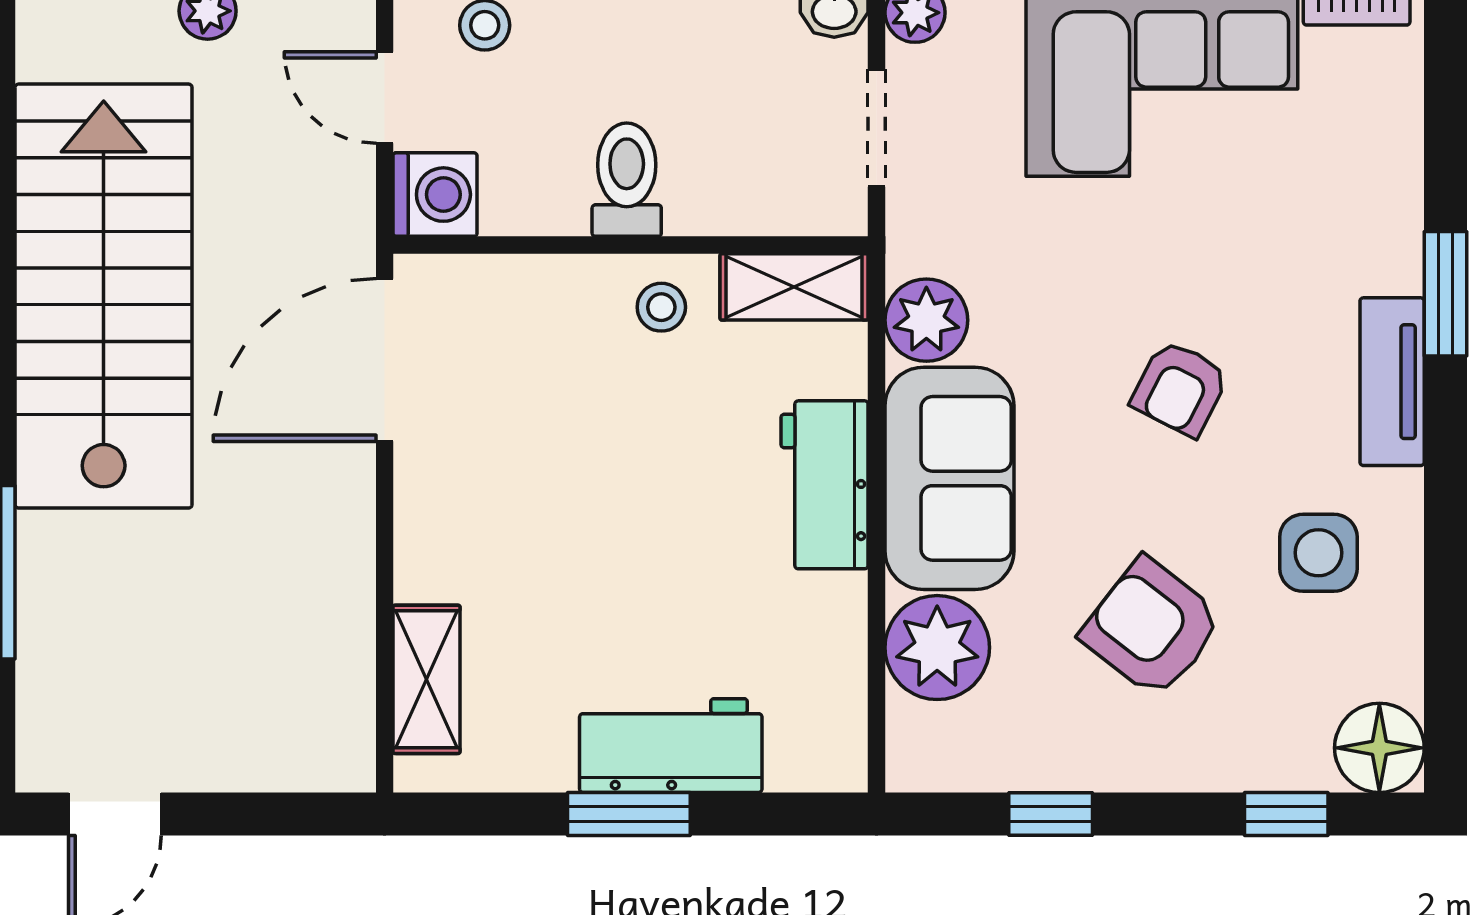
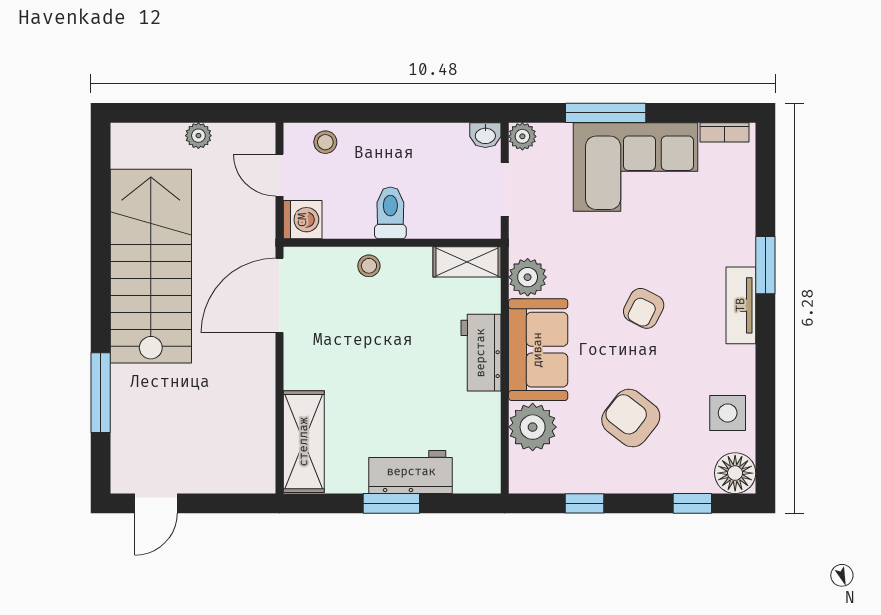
stool: (661, 307) -> (369, 266), moved
side table: (1318, 553) -> (728, 413), moved
shelving: (427, 679) -> (304, 442), width x1.50, depth x1.33

